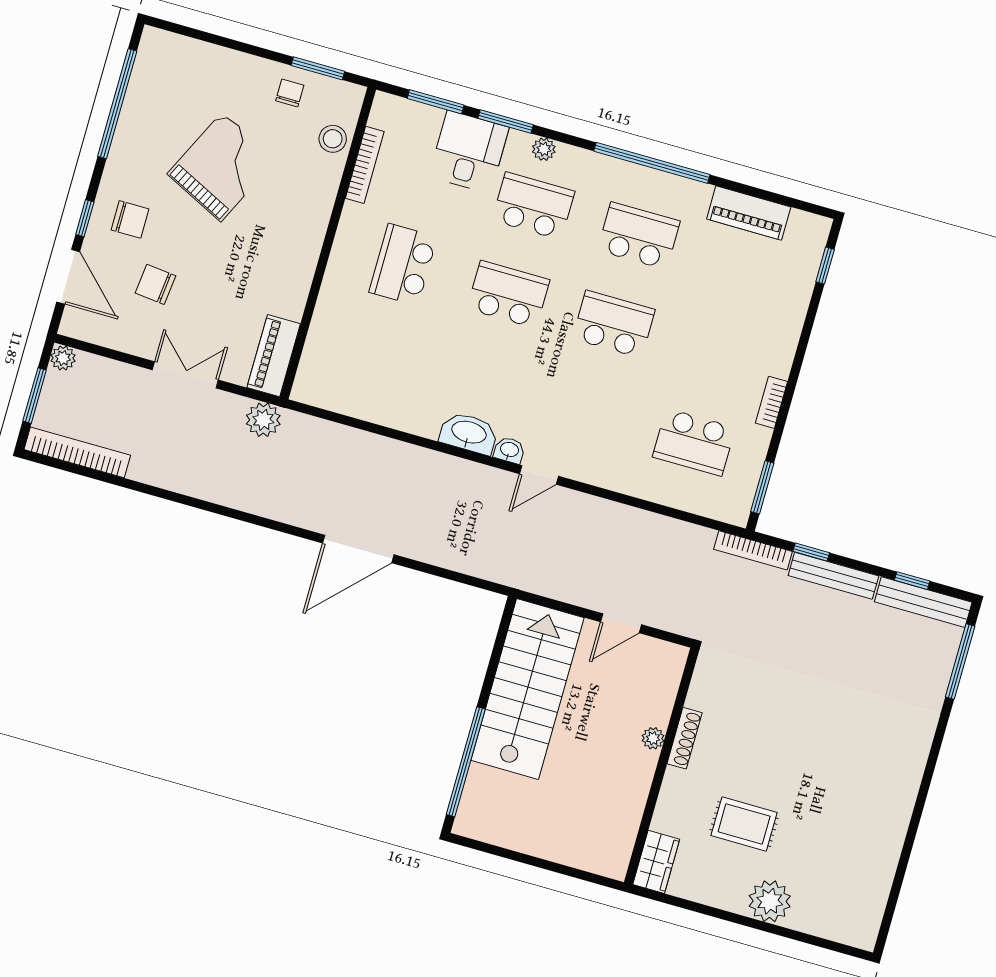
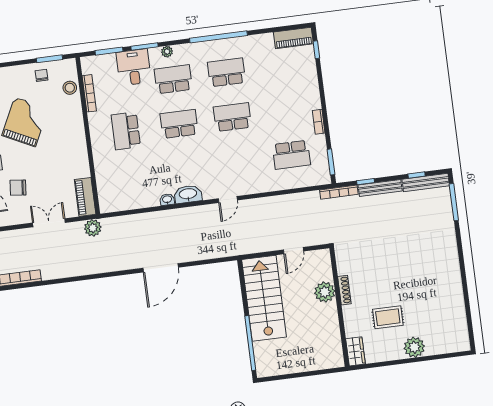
piano: (749, 213) -> (293, 38), moved
washbasin: (509, 450) -> (167, 200), moved
plant: (653, 738) -> (325, 292), width x1.87, depth x1.87

